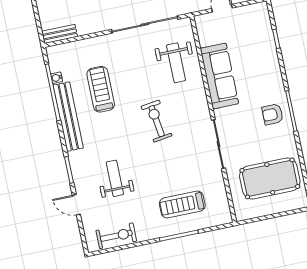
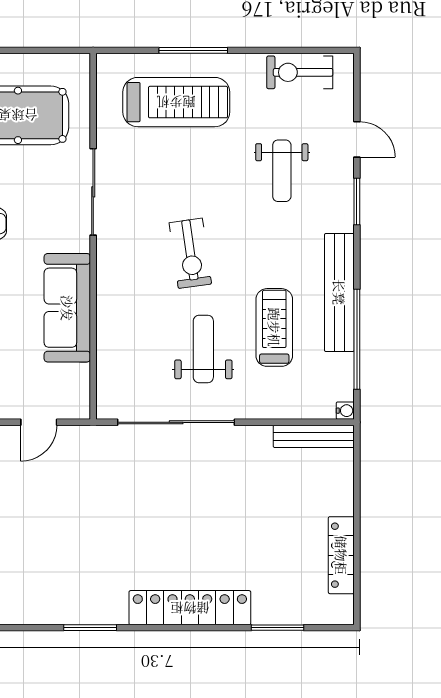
bench: (60, 34) -> (314, 436), width x1.36
weight bench: (176, 63) -> (203, 349), moved
water cooler: (57, 78) -> (345, 411), moved
treadmill: (101, 89) -> (274, 327), turned 180
treadmill: (182, 205) -> (176, 102), width x1.37, depth x1.38

